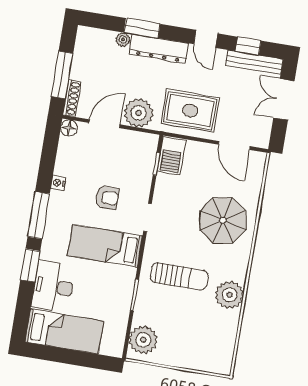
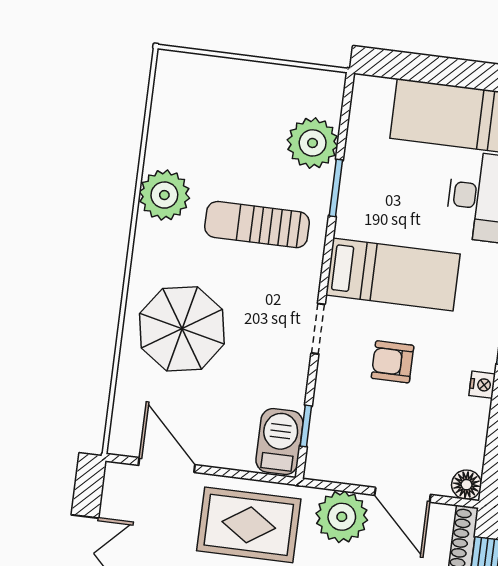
door: (104, 124) -> (403, 495), hinge flipped
plant: (143, 340) -> (313, 143), moved

